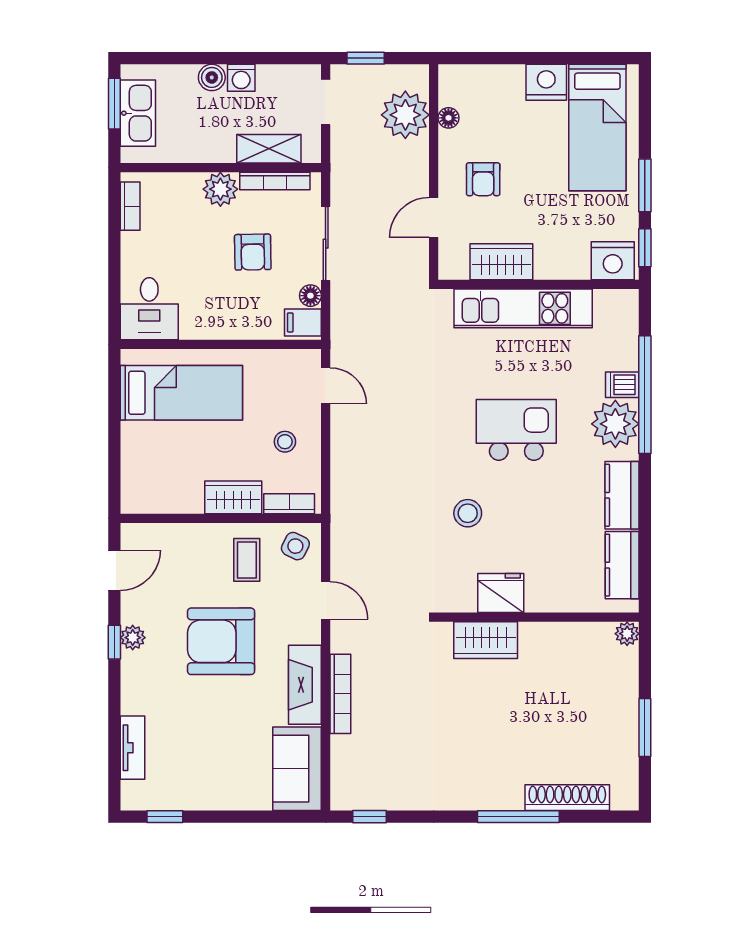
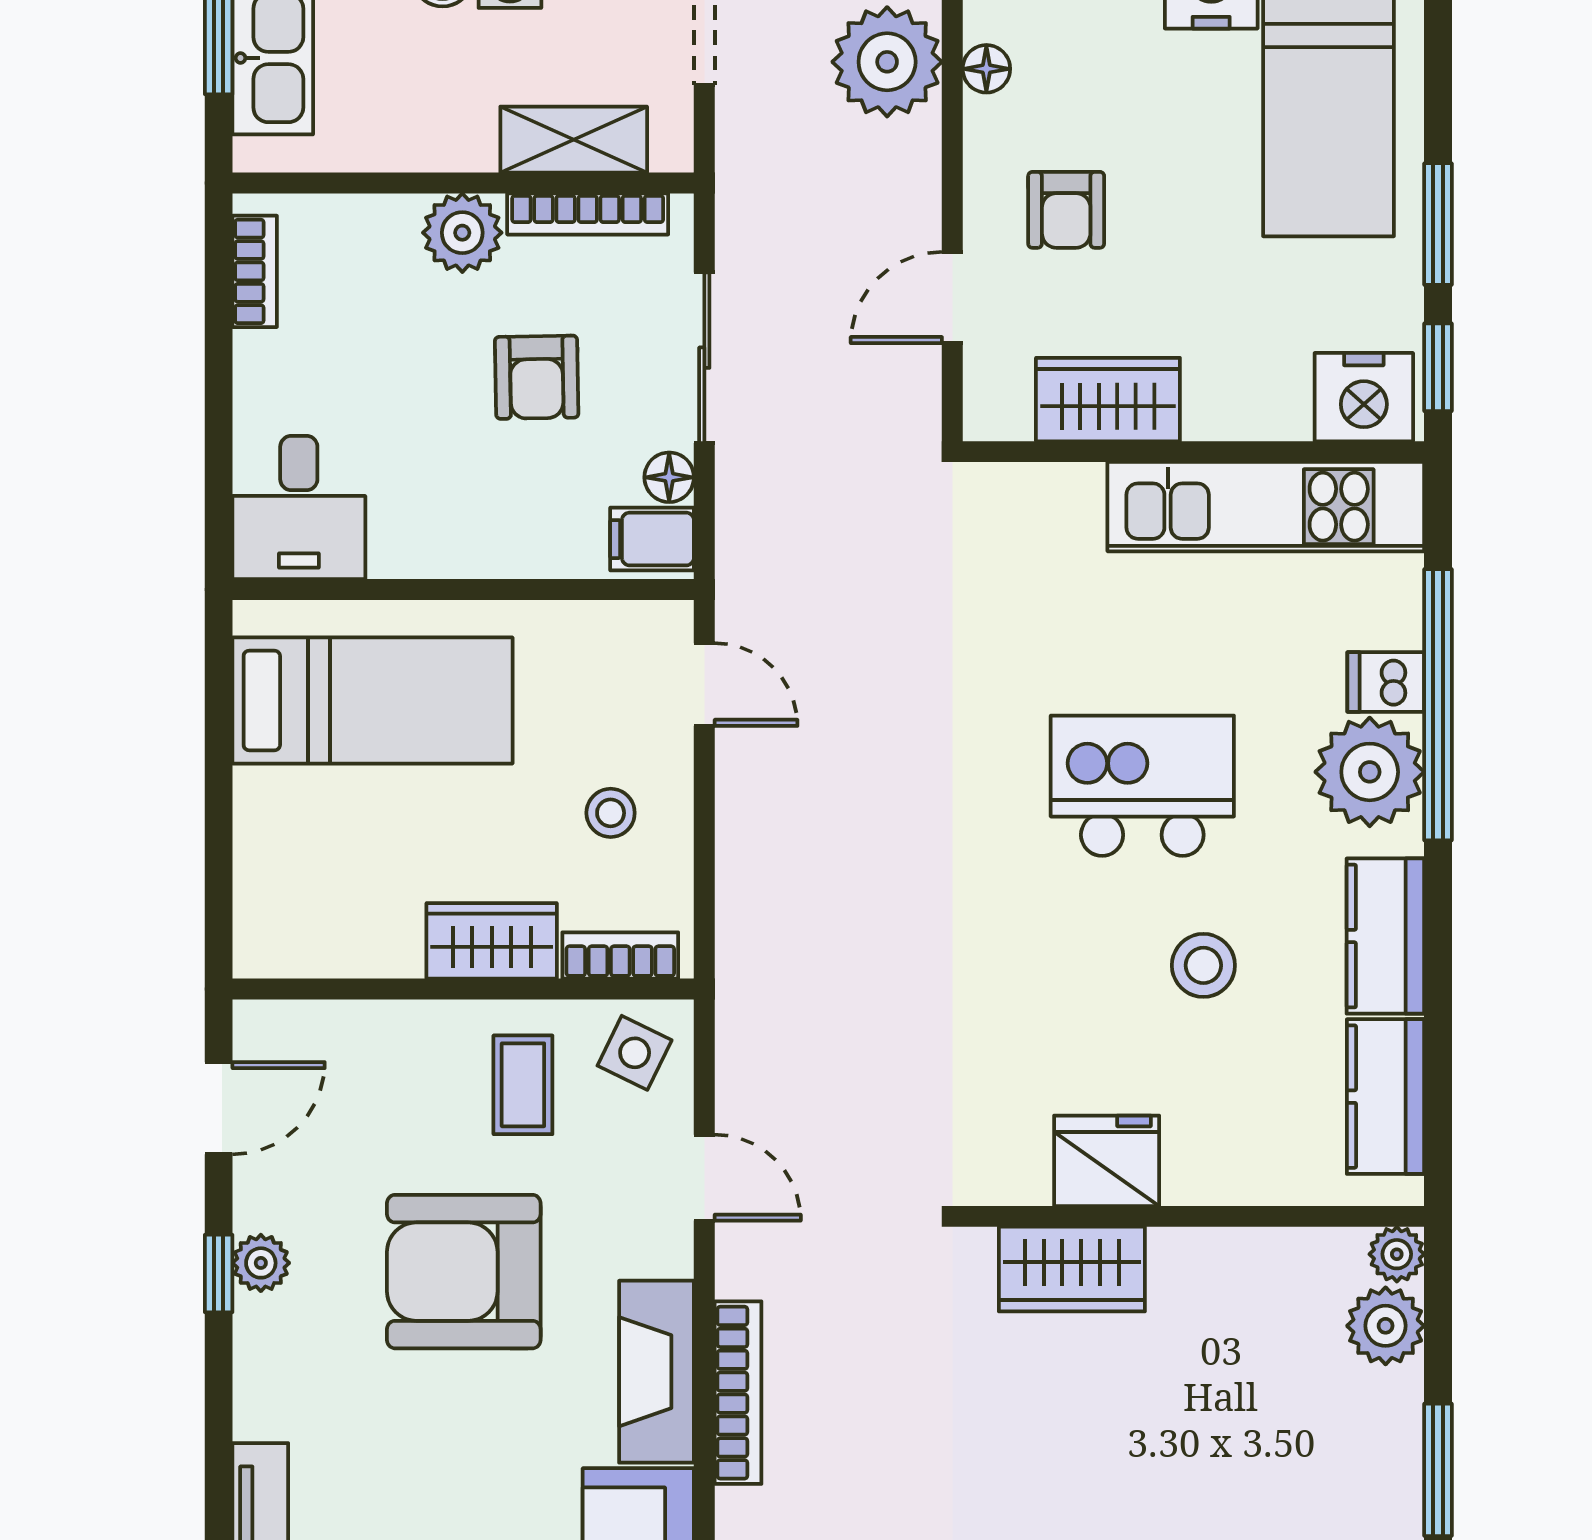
kitchen unit: (523, 308) -> (1266, 507), moved
stool: (468, 513) -> (1203, 965), moved
plant: (622, 665) -> (1386, 1326), added

